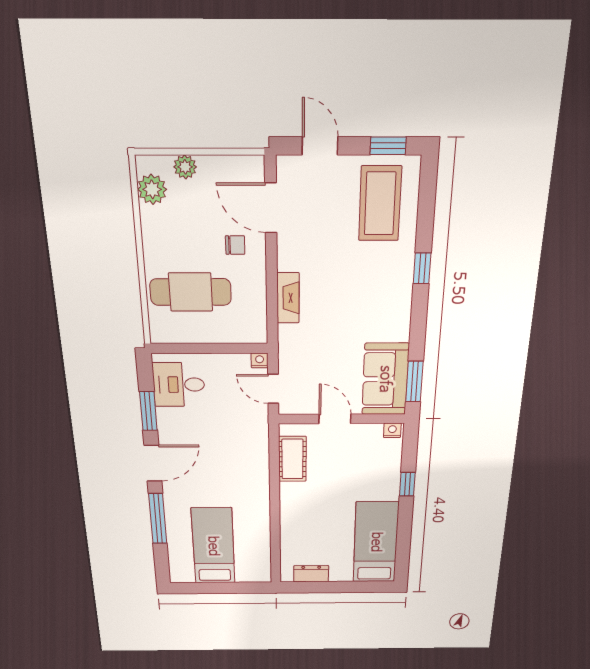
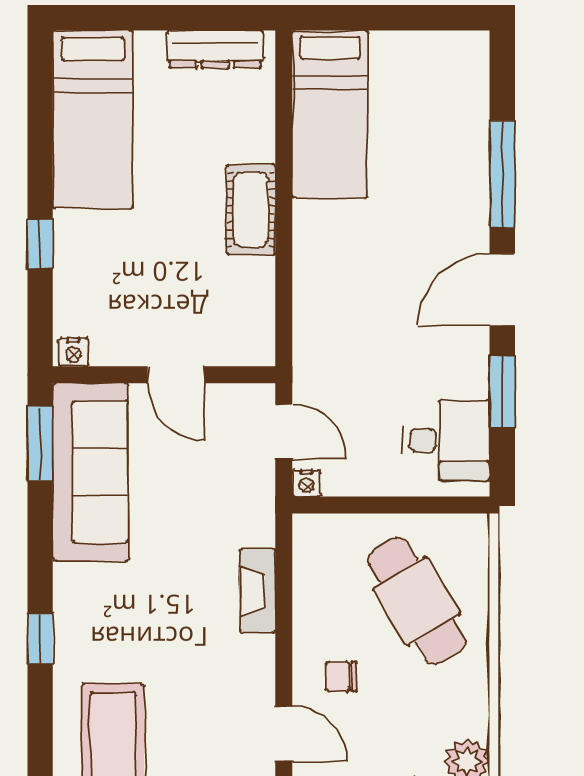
door: (271, 208) -> (284, 733), width x0.73
cafe table: (191, 292) -> (417, 601), turned 59
sofa: (385, 379) -> (90, 472), width x1.36
cot: (292, 459) -> (251, 210), moved
bed: (213, 546) -> (330, 114), moved
dresser: (311, 574) -> (215, 49), width x1.44

